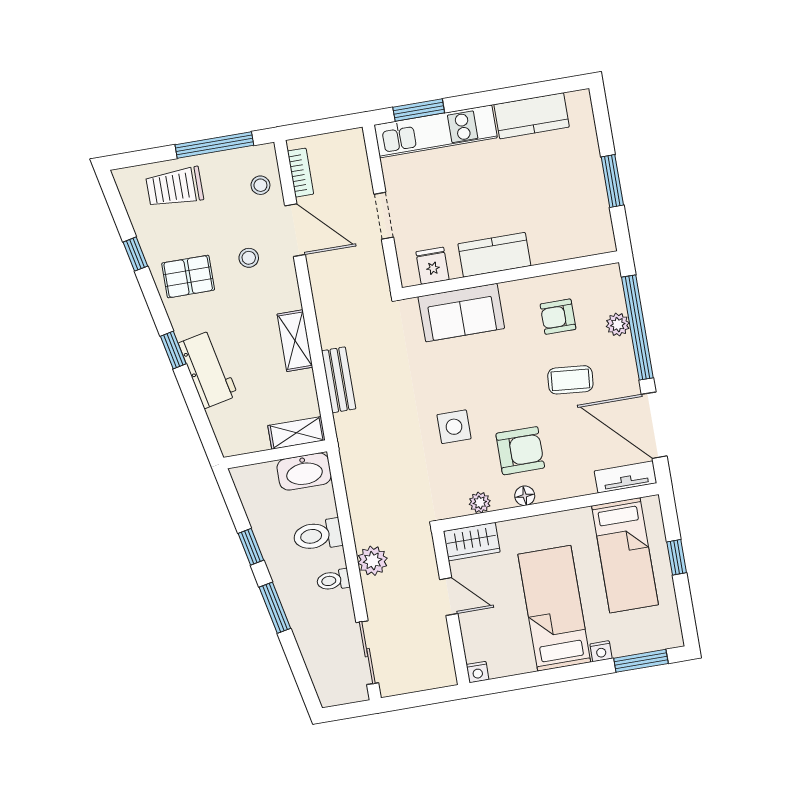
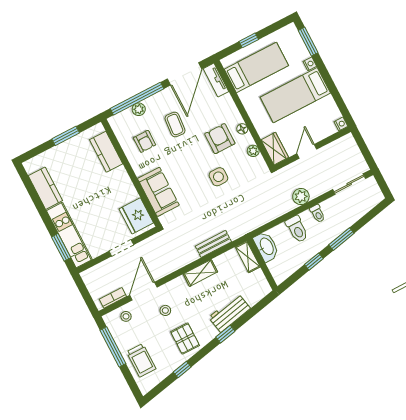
kitchen counter: (494, 255) -> (106, 152), moved
fridge: (432, 266) -> (136, 216), width x1.88, depth x1.34

